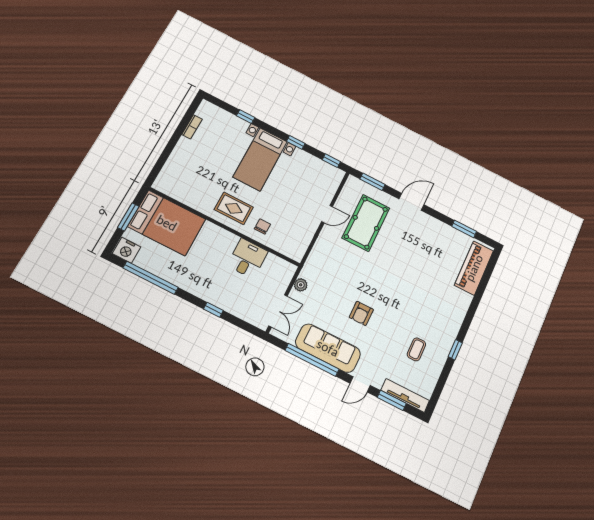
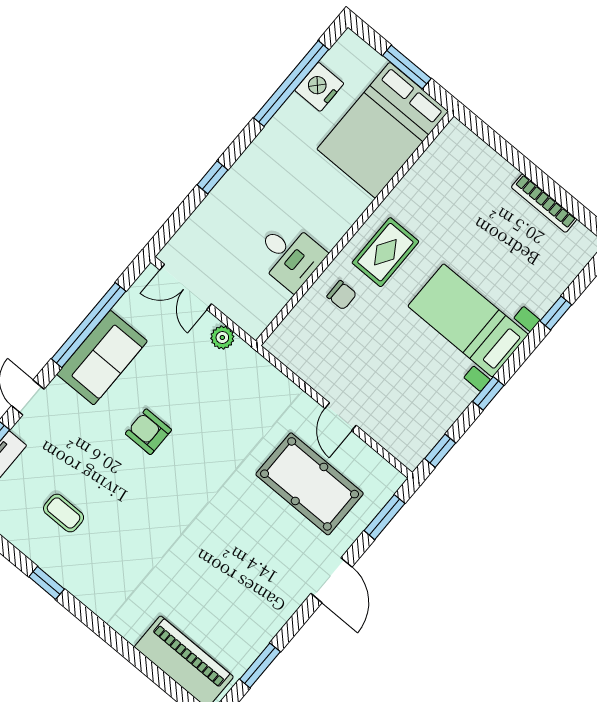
bookcase: (192, 127) -> (544, 203), width x1.56
nightstand: (127, 250) -> (319, 87), moved
sofa: (328, 348) -> (102, 358), width x0.73

